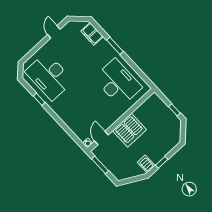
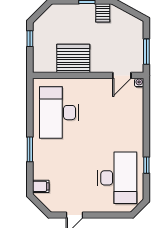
filing cabinet: (92, 34) -> (41, 186), width x0.50
server rack: (130, 130) -> (73, 58), moved

